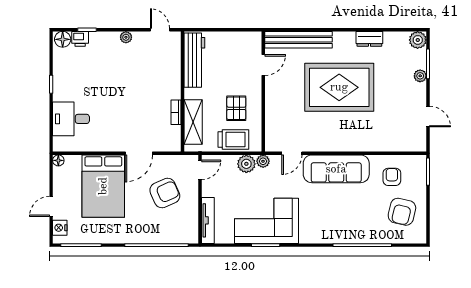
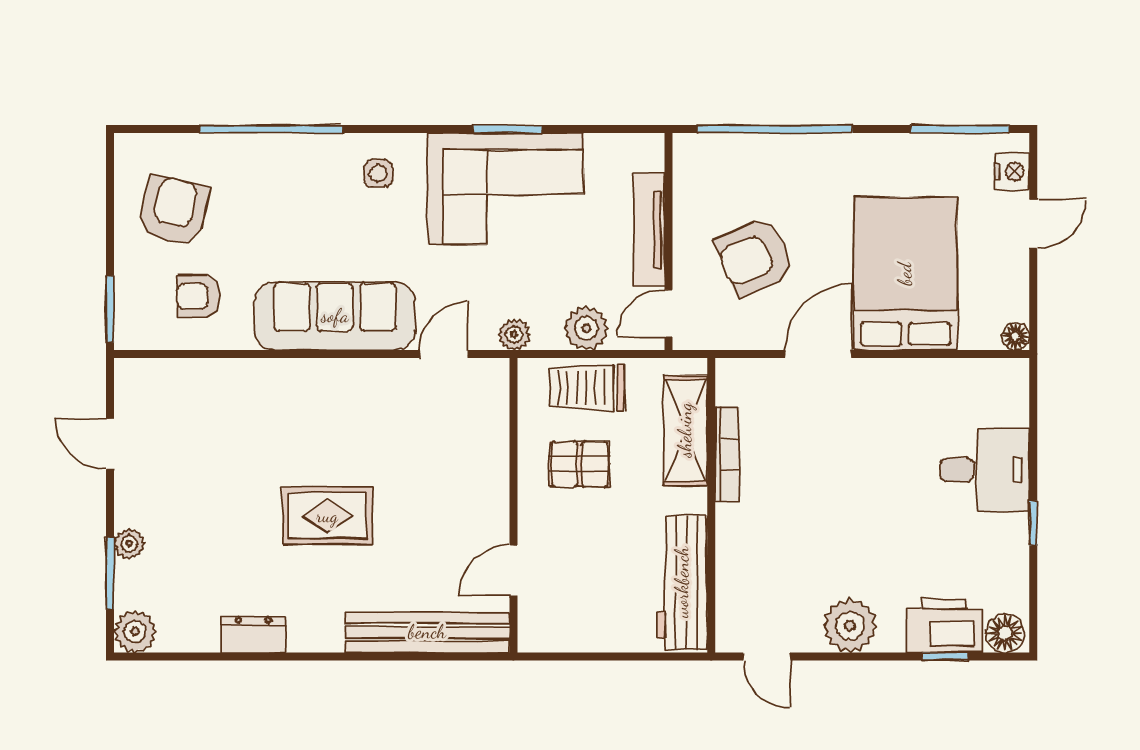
plant: (126, 37) -> (850, 626), width x1.88, depth x1.88
printer: (80, 39) -> (944, 625), width x1.87, depth x1.48
rug: (339, 87) -> (327, 516), width x0.54, depth x0.49
pallet: (236, 108) -> (580, 464), turned 90
bookcase: (176, 112) -> (727, 454), width x1.56
desk: (71, 119) -> (985, 470), moved
plant: (246, 164) -> (586, 328), moved
armchair: (392, 177) -> (198, 296), turned 90
tv unit: (208, 220) -> (649, 230), moved
side table: (318, 227) -> (378, 173), added

